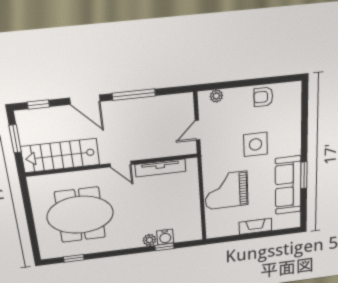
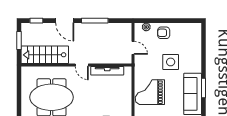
armchair: (263, 97) -> (164, 33), moved
door: (198, 130) -> (133, 48), swing flipped

